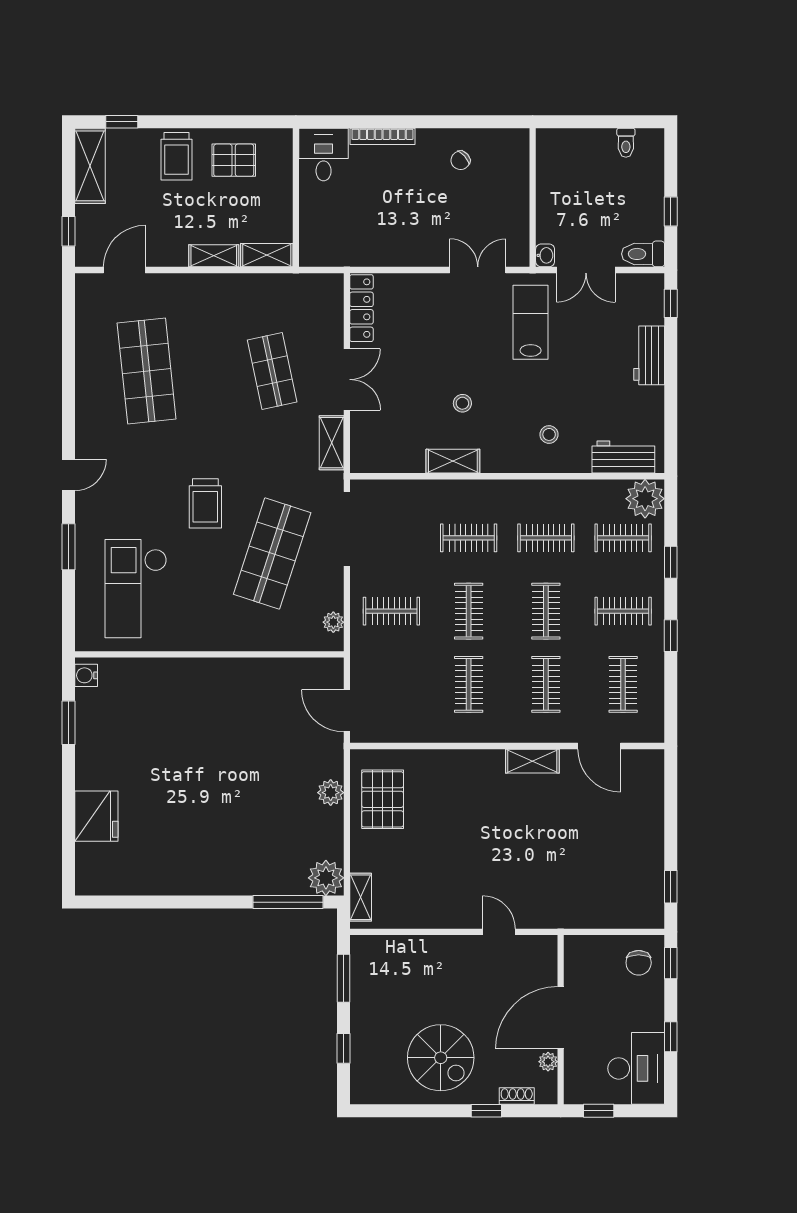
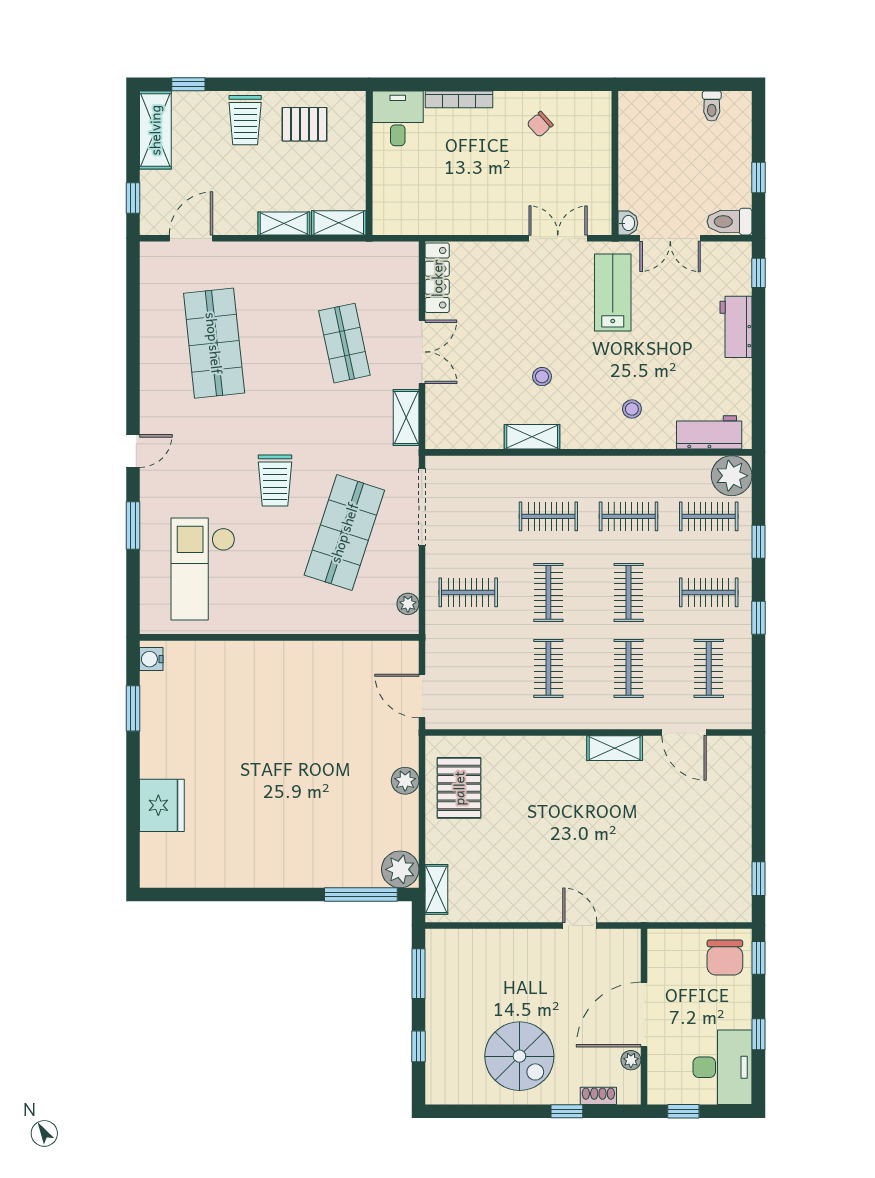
chair: (639, 963) -> (725, 958), width x1.37, depth x1.37

